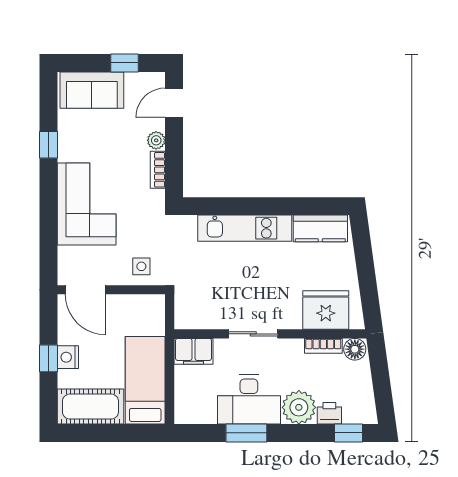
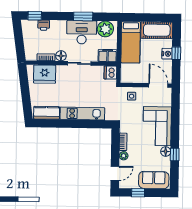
floor lamp: (68, 151) -> (166, 151), added
dishwasher: (187, 316) -> (110, 73), added
floor lamp: (355, 349) -> (61, 56), moved
plant: (299, 407) -> (105, 29), moved

